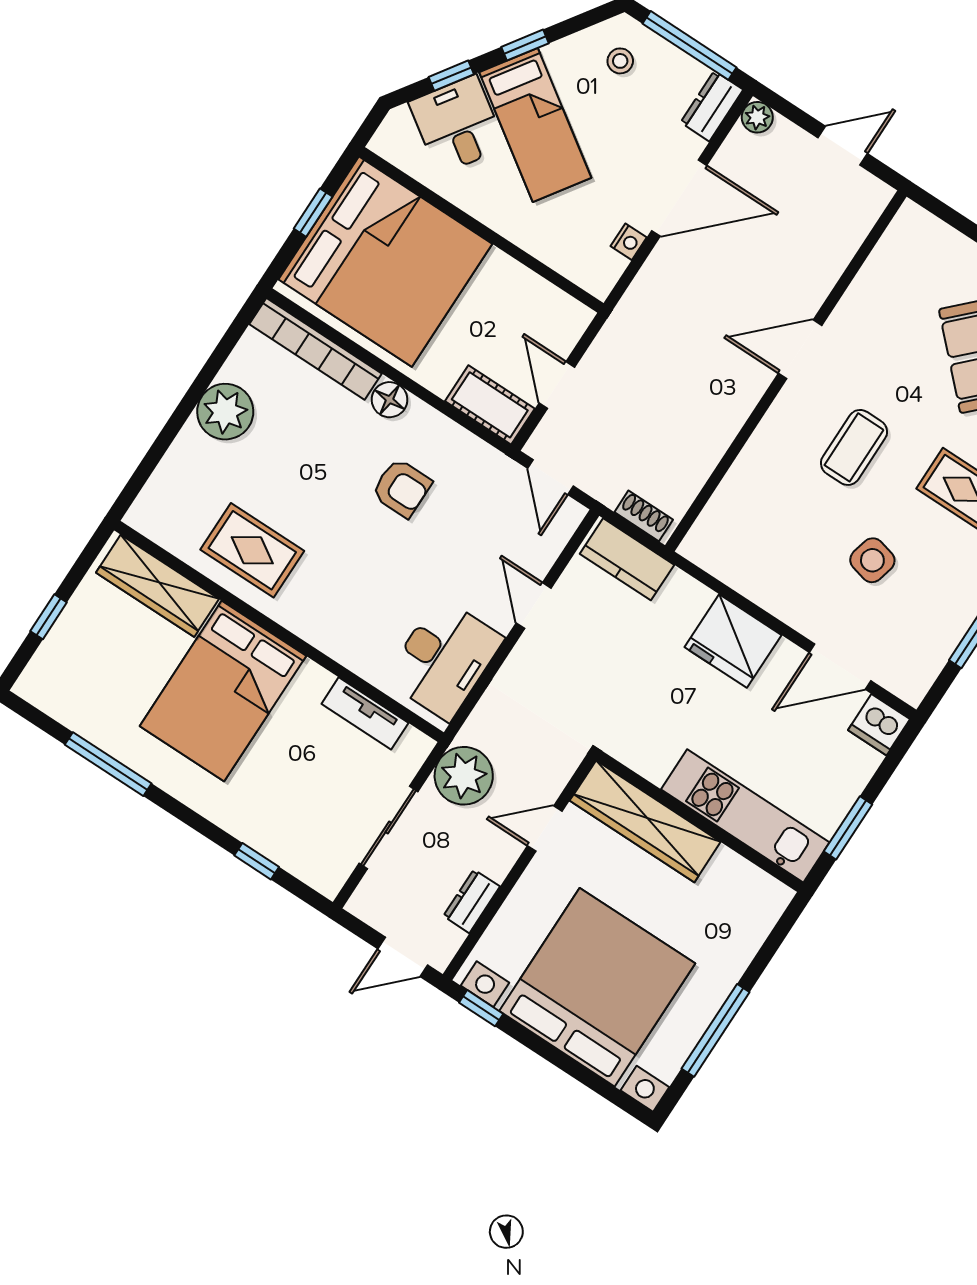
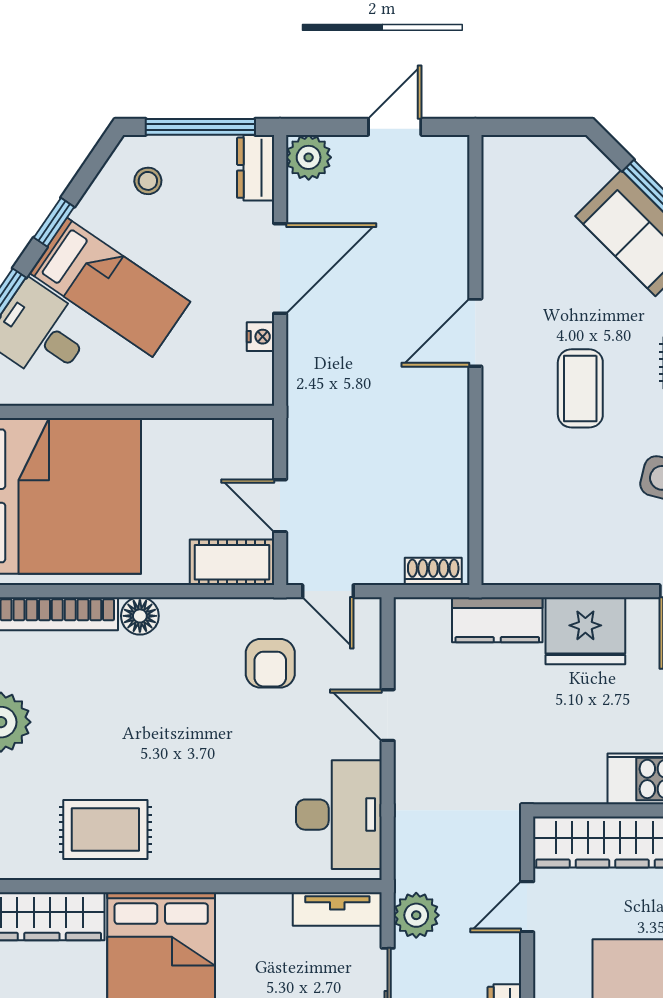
plant: (757, 117) -> (309, 157), width x1.38, depth x1.38
armchair: (402, 488) -> (270, 663), moved, turned 90
kitchen counter: (627, 559) -> (497, 620), moved
tv unit: (365, 713) -> (337, 909), moved
plant: (464, 776) -> (416, 915), width x0.73, depth x0.73

